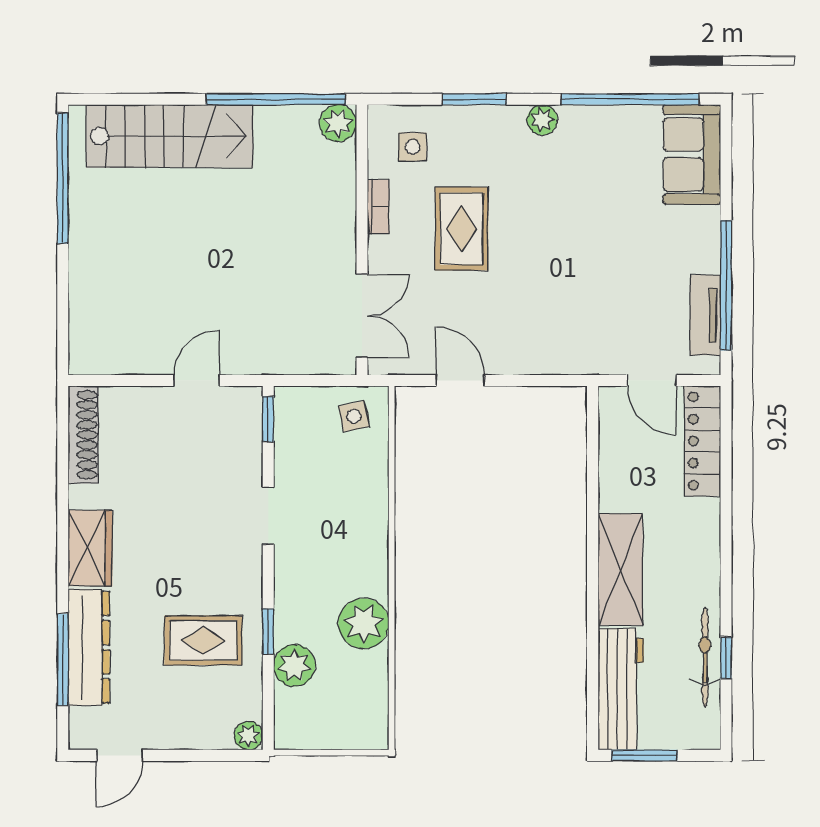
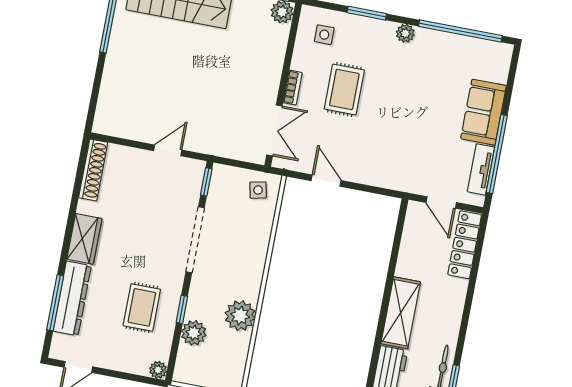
sofa: (692, 154) -> (483, 112), moved
bookcase: (378, 207) -> (293, 88), moved
doorway: (268, 516) -> (195, 240), width x1.87
rug: (203, 640) -> (142, 307), turned 90

